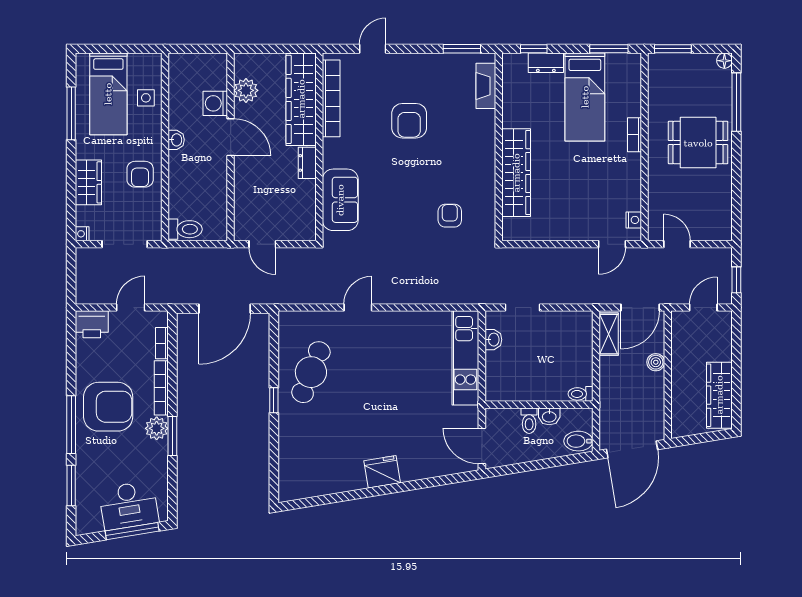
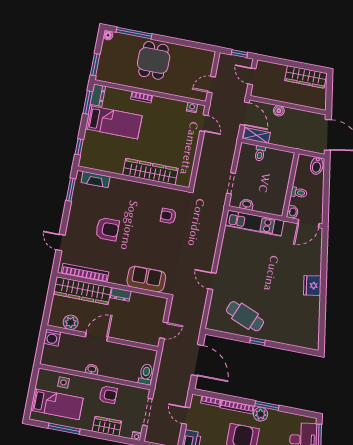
dresser: (546, 63) -> (98, 95), moved
washing machine: (215, 103) -> (52, 338), moved
toilet: (580, 394) -> (260, 153), moved
washbasin: (549, 416) -> (292, 212), moved

